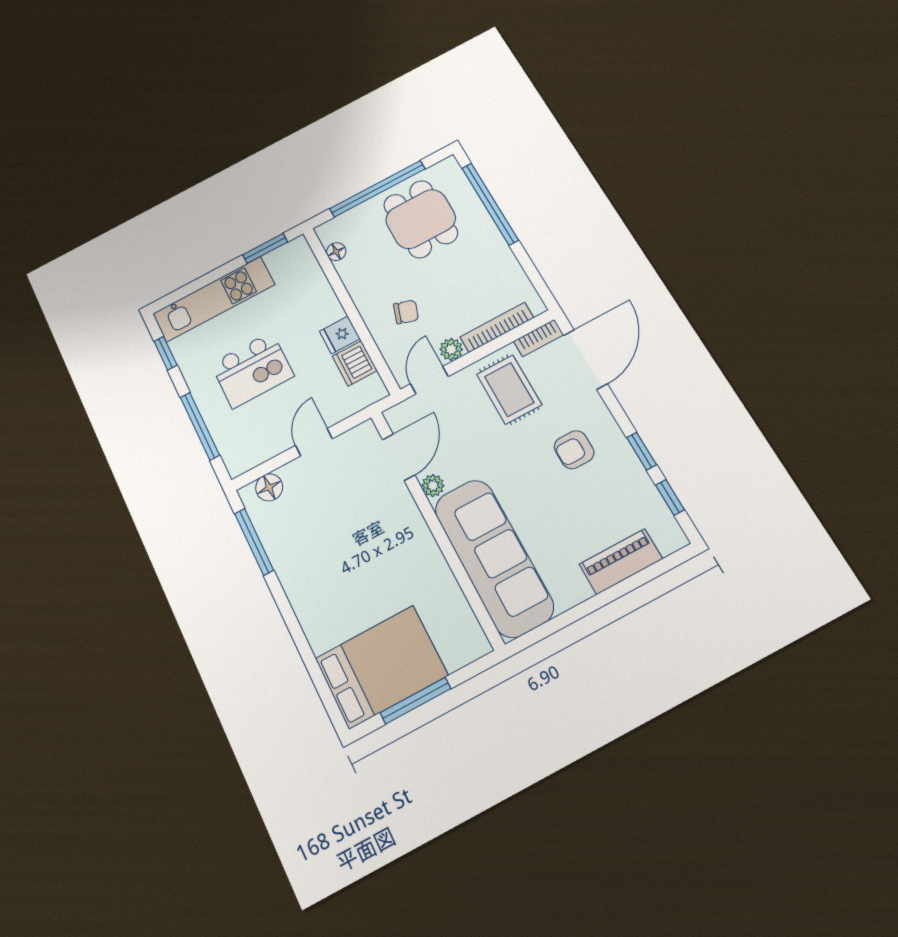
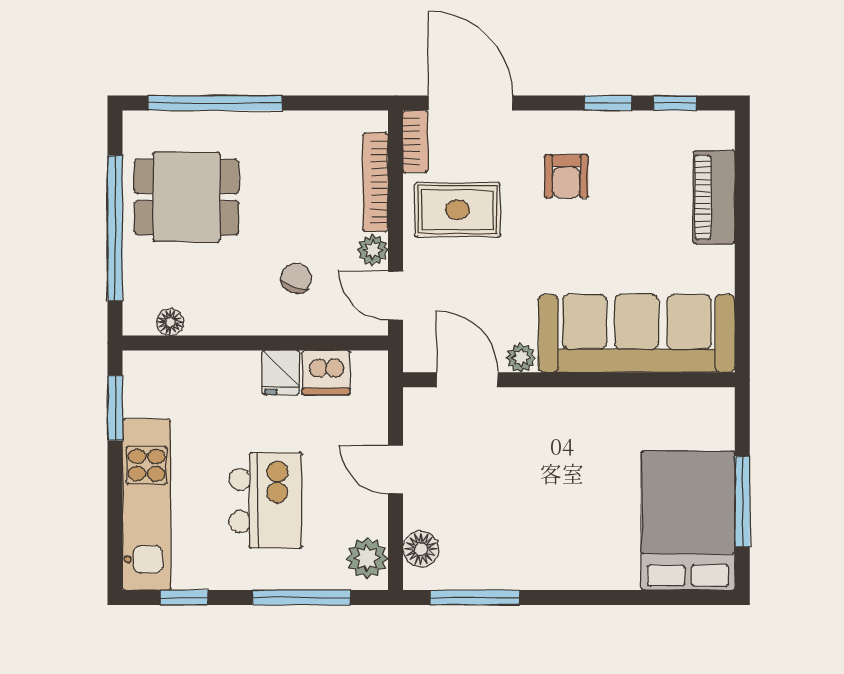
plant: (246, 455) -> (367, 558), added

